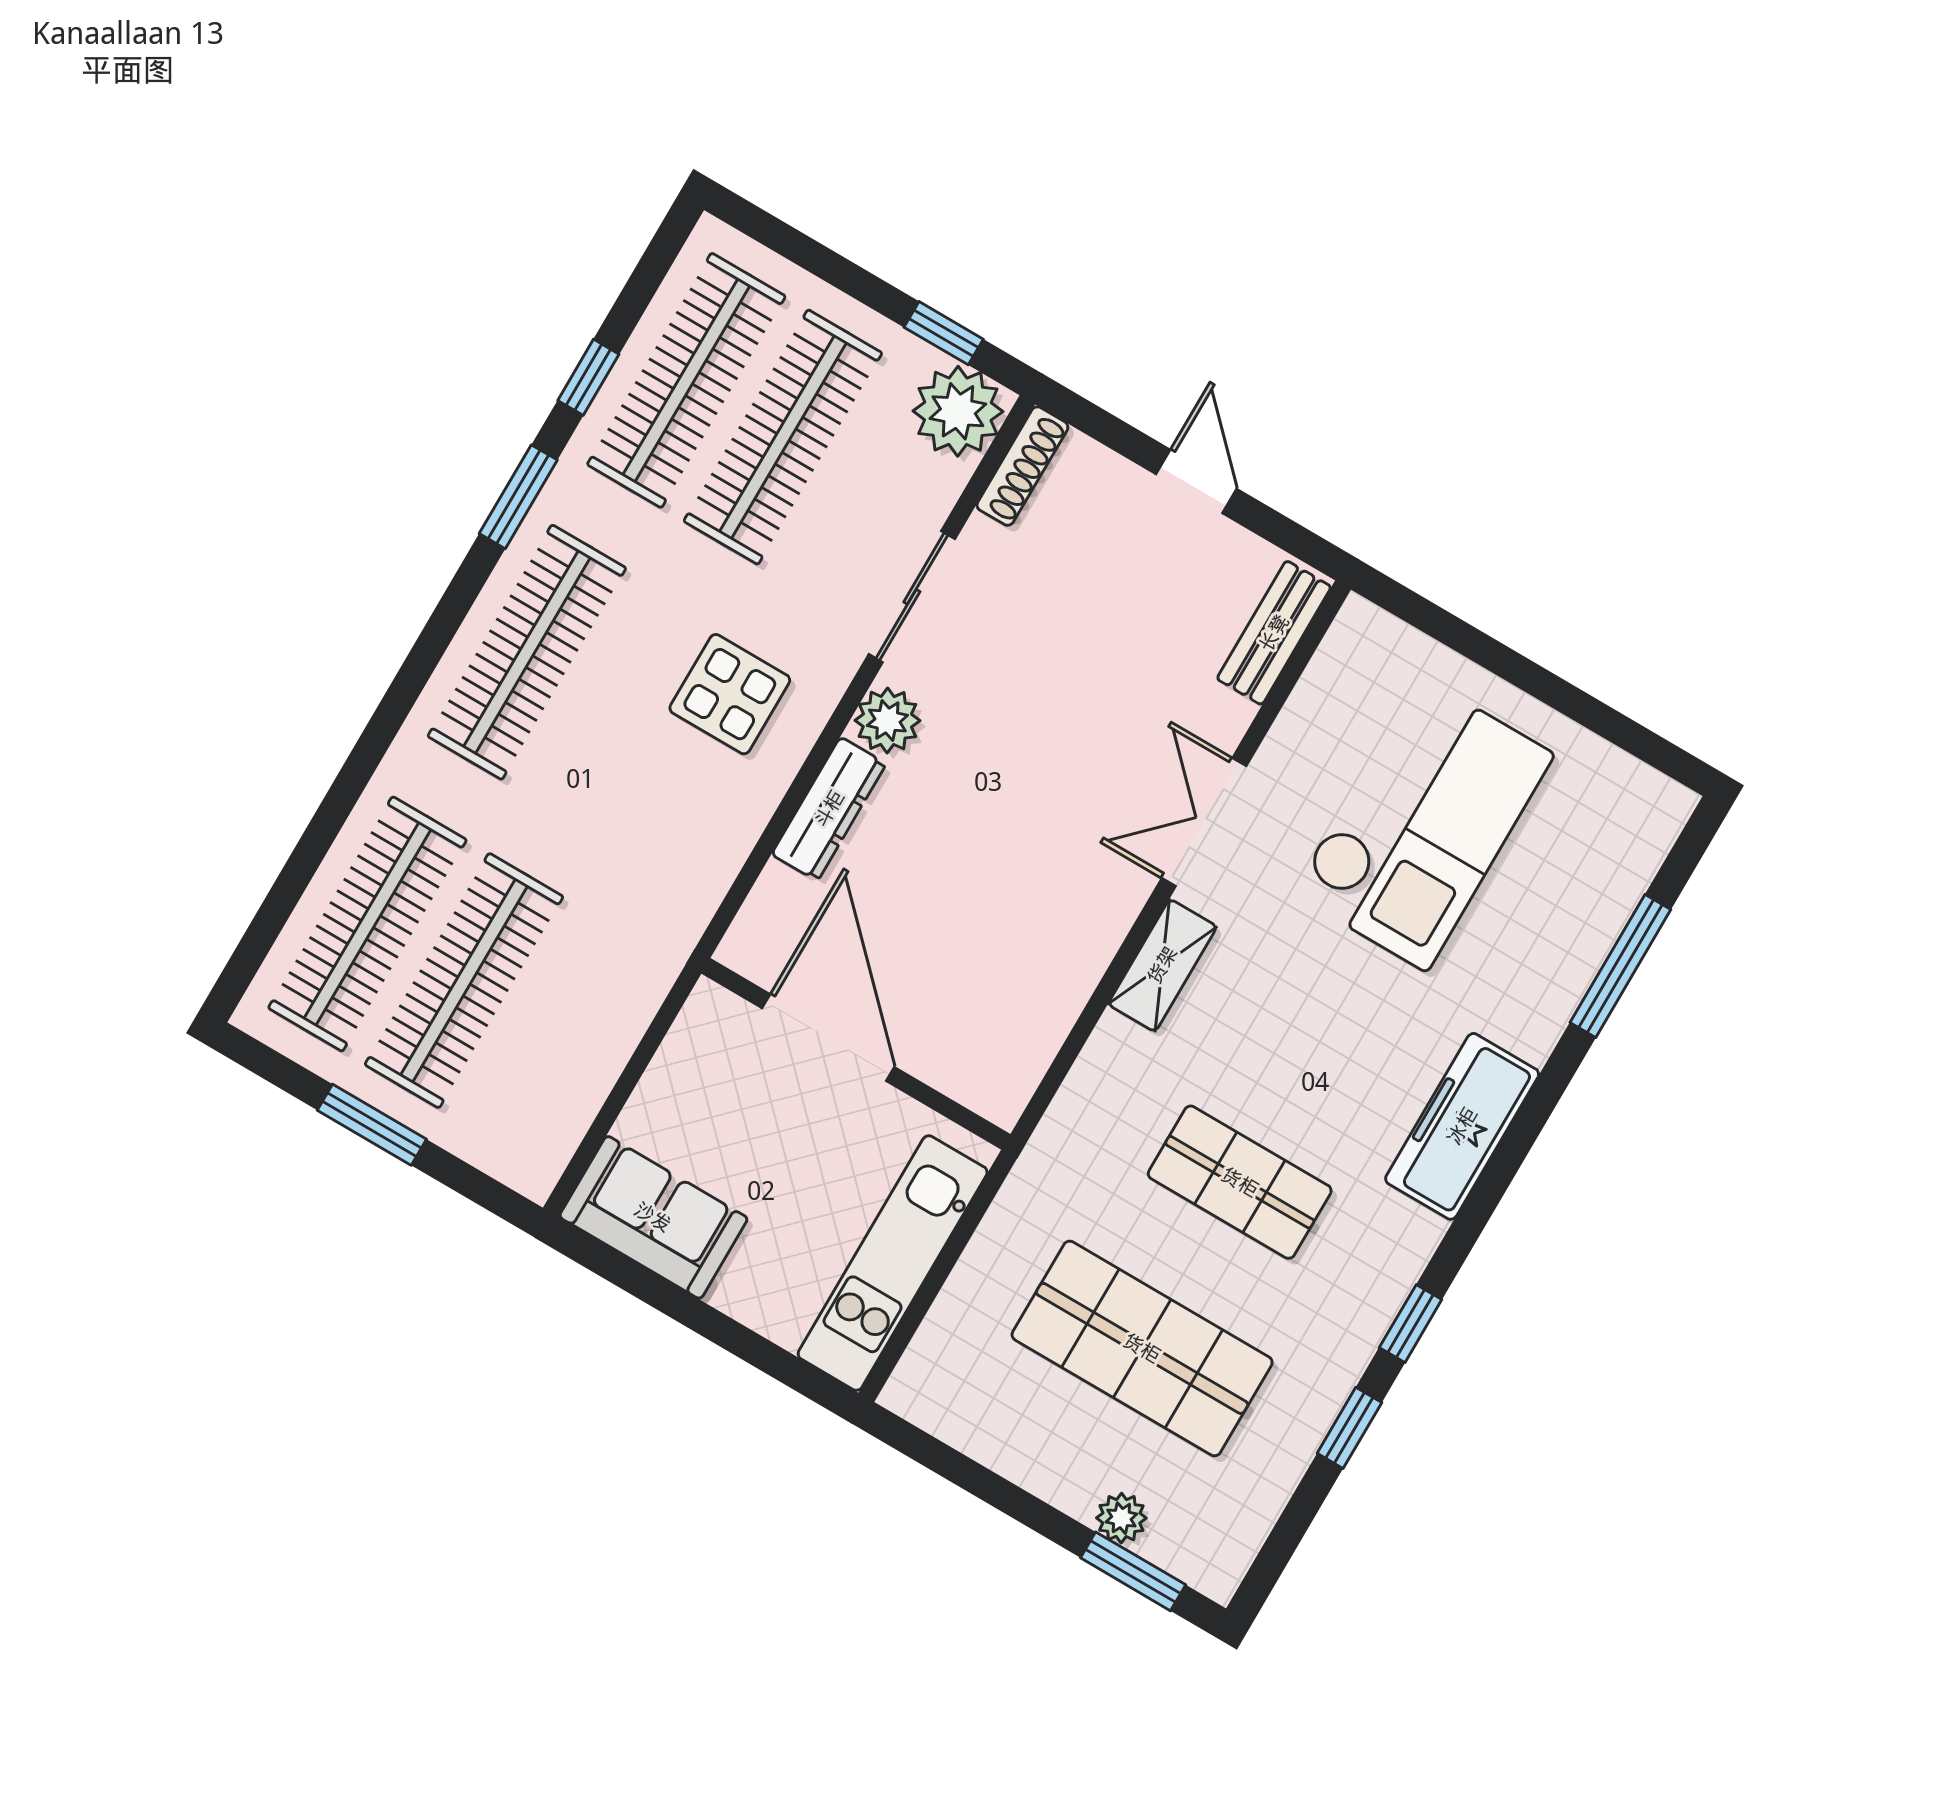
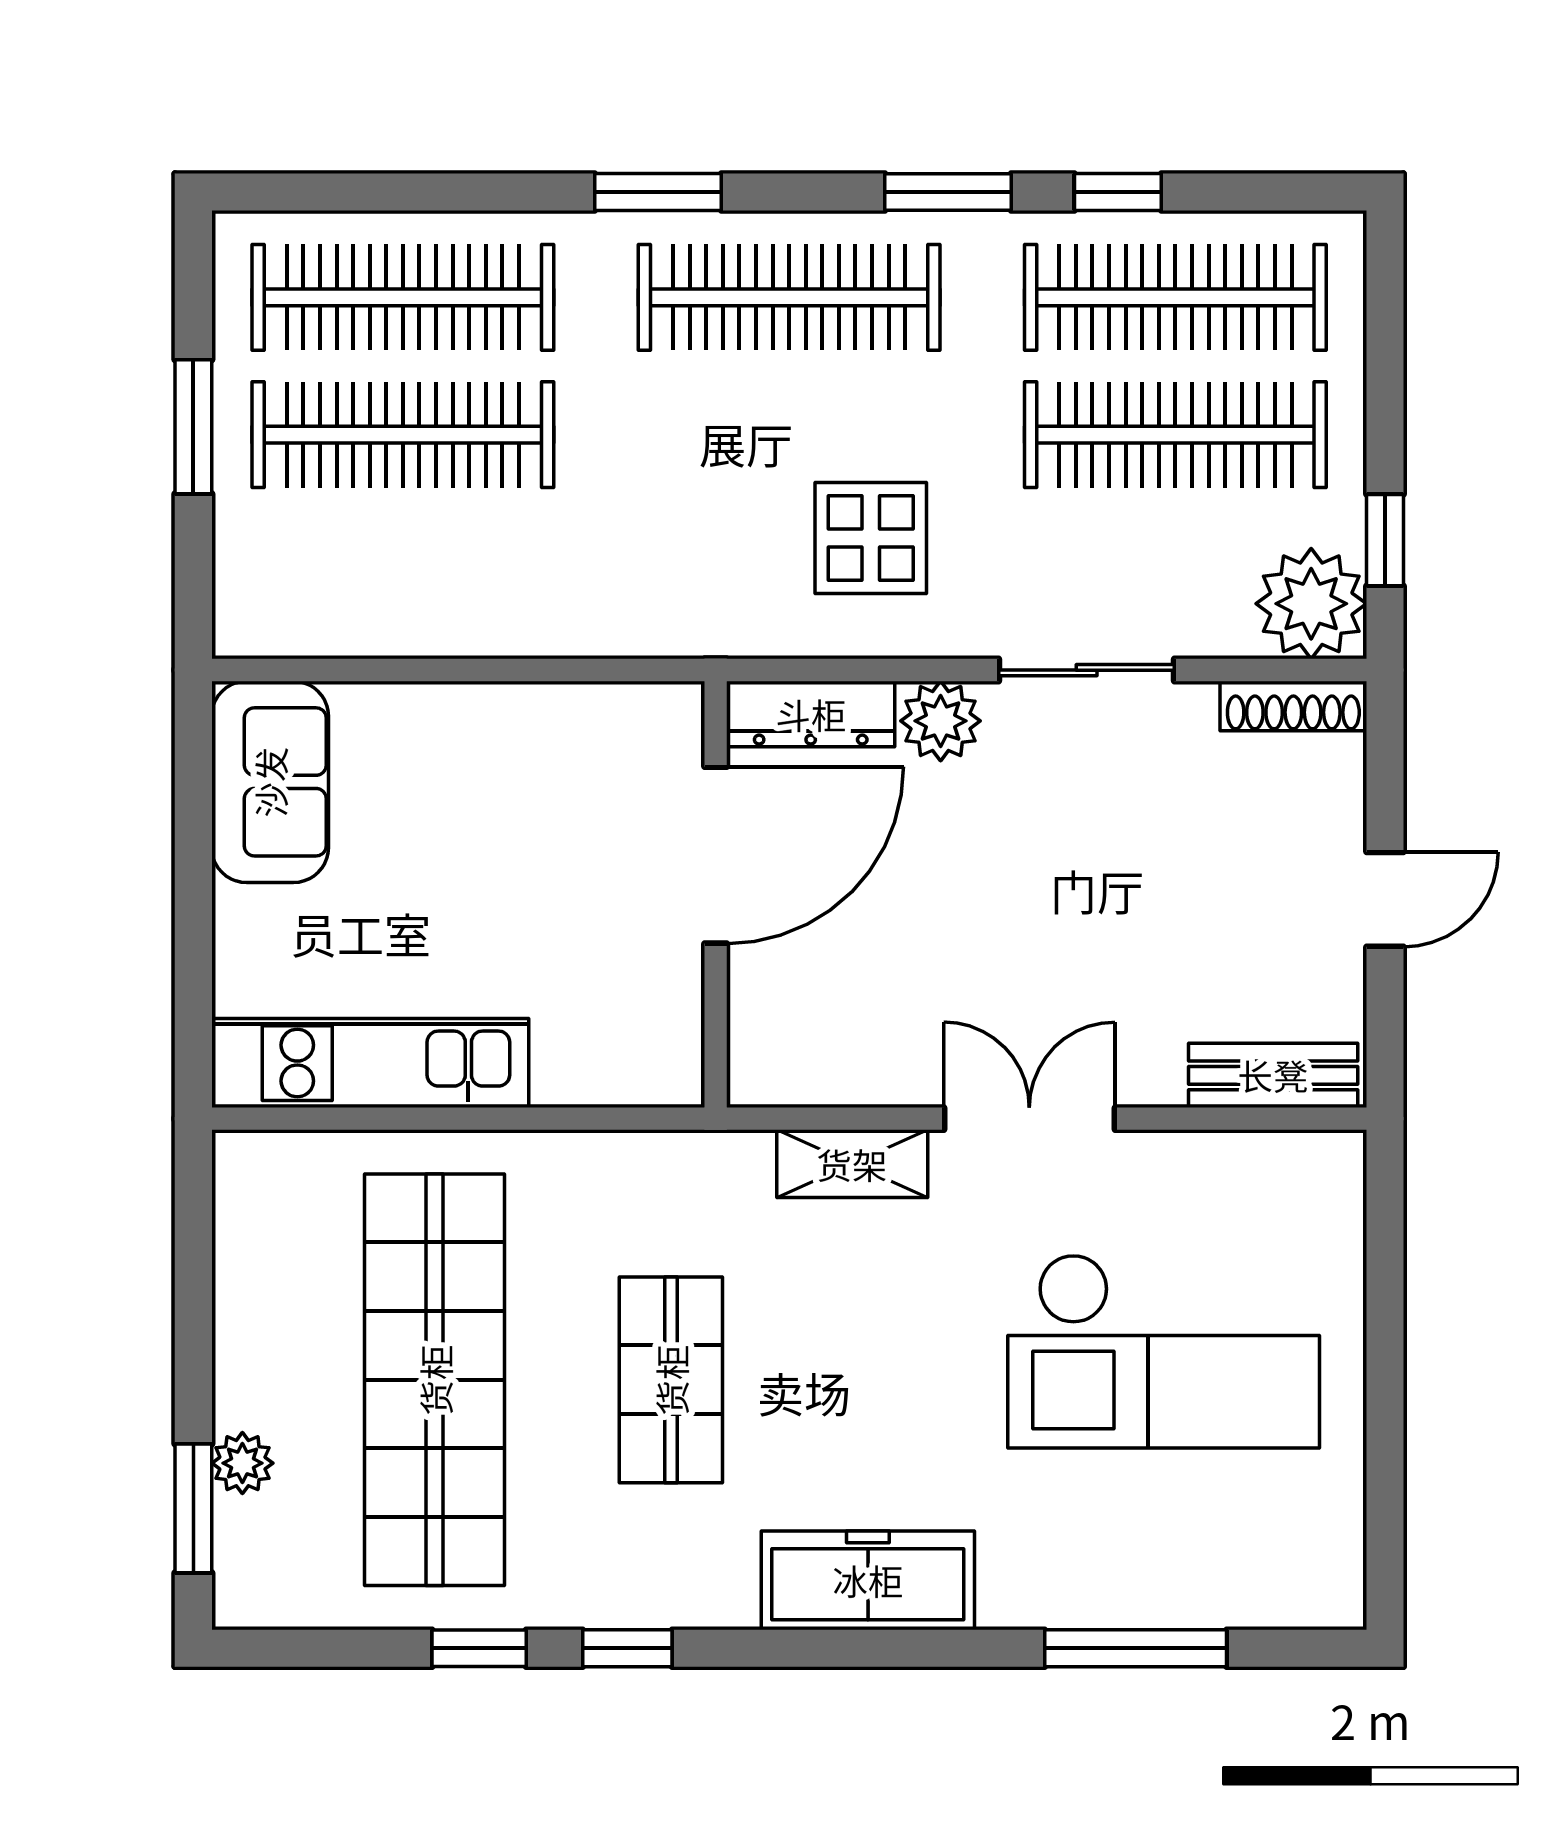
window: (399, 701) -> (658, 192), added
door: (828, 1038) -> (716, 855), moved
wall: (856, 1054) -> (716, 894), moved
shop shelf: (1142, 1348) -> (435, 1380), width x1.40

